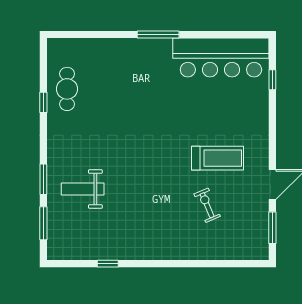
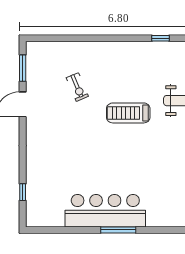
bar counter: (221, 58) -> (105, 211), moved
treadmill: (218, 158) -> (128, 113), moved

